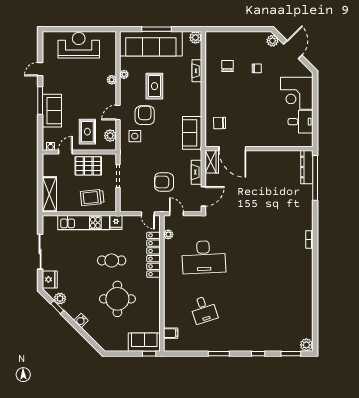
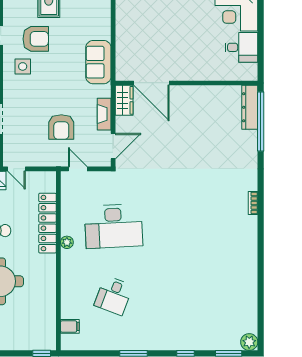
armchair: (145, 115) -> (36, 39), turned 90
chair: (220, 123) -> (135, 49), removed
armchair: (164, 182) -> (61, 127), turned -91
door: (148, 214) -> (16, 169), moved
plant: (168, 234) -> (67, 242), moved
desk: (204, 310) -> (113, 295), turned 39
sofa: (144, 342) -> (35, 338), removed

